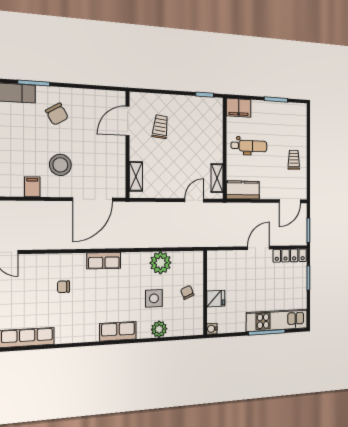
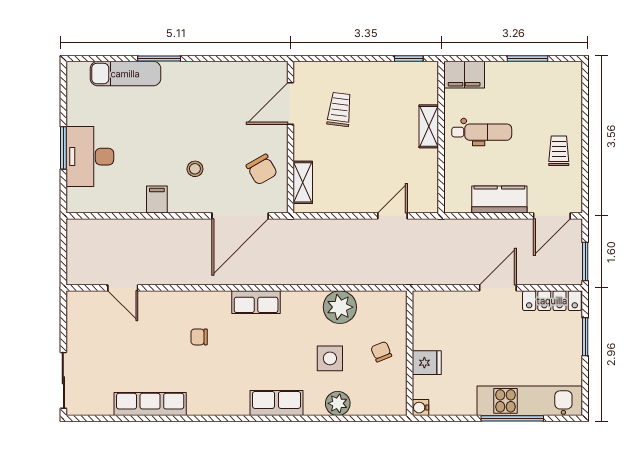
chair: (57, 114) -> (262, 170), moved
stool: (60, 165) -> (195, 169), width x0.53, depth x0.53
shelving: (217, 178) -> (429, 126), moved
kitchen counter: (243, 190) -> (499, 200), moved

